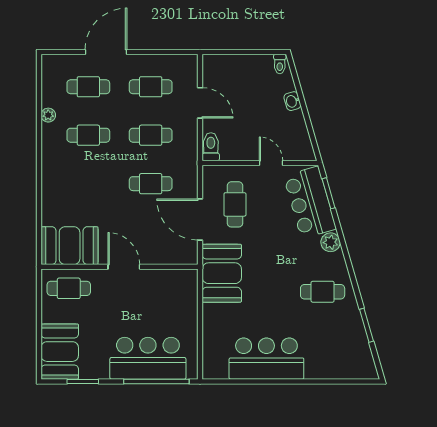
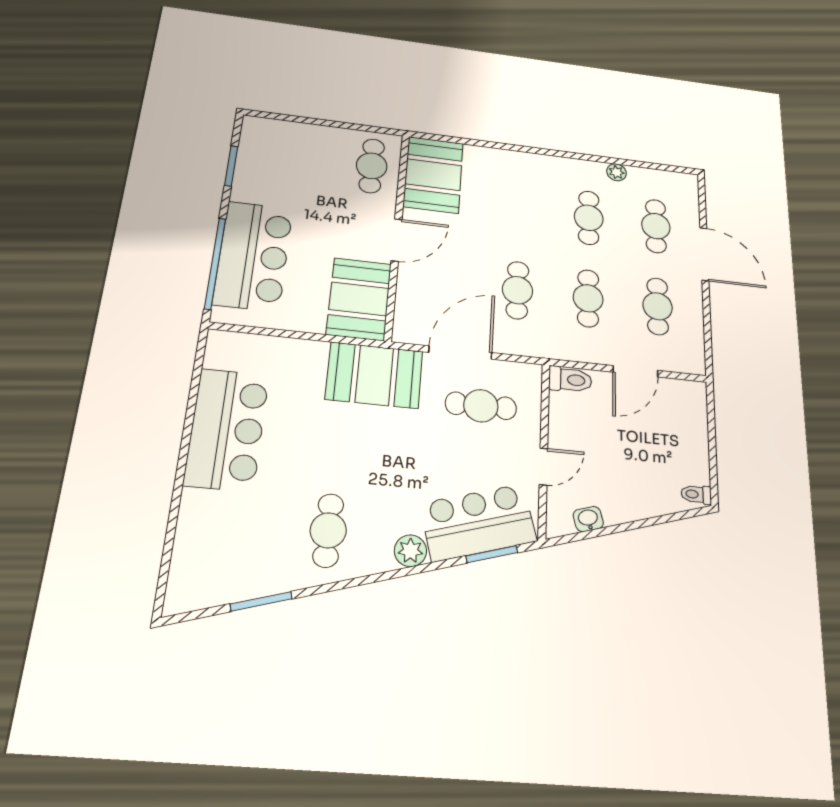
washbasin: (292, 101) -> (588, 519), moved
booth: (60, 352) -> (359, 299), moved, turned 90

